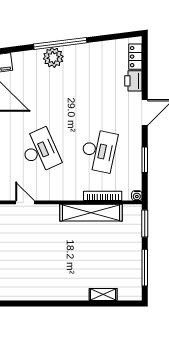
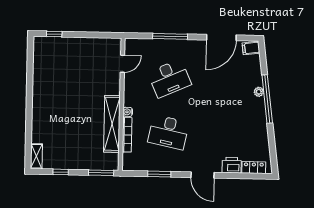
plant: (53, 58) -> (259, 92), width x0.53, depth x0.53
water cooler: (137, 196) -> (128, 112), moved
window: (145, 268) -> (61, 172), width x0.46
shelving: (103, 294) -> (36, 156), moved

